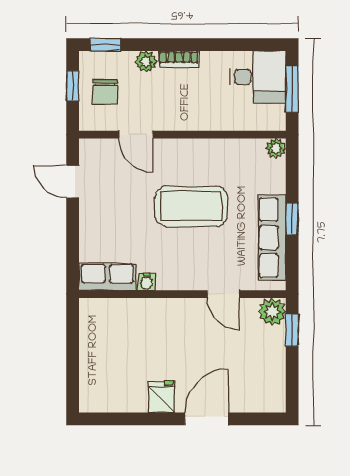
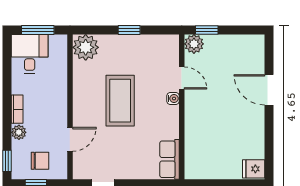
plant: (276, 148) -> (86, 47), width x1.88, depth x1.88
row of seats: (272, 238) -> (142, 44), removed
water cooler: (147, 282) -> (173, 99), moved
door: (223, 294) -> (182, 78), hinge flipped
fridge: (161, 397) -> (254, 169), moved

